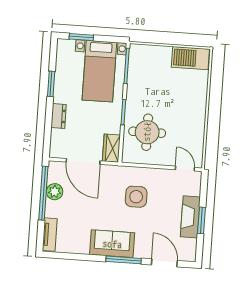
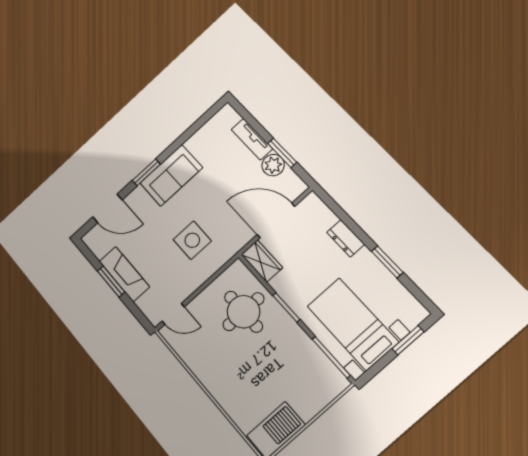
window: (43, 193) -> (282, 153), width x0.47
tv unit: (50, 235) -> (252, 139), moved
window: (124, 260) -> (146, 172), width x0.69

